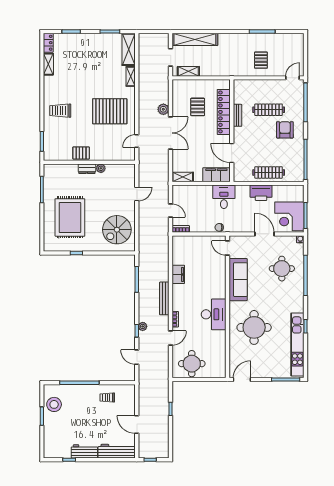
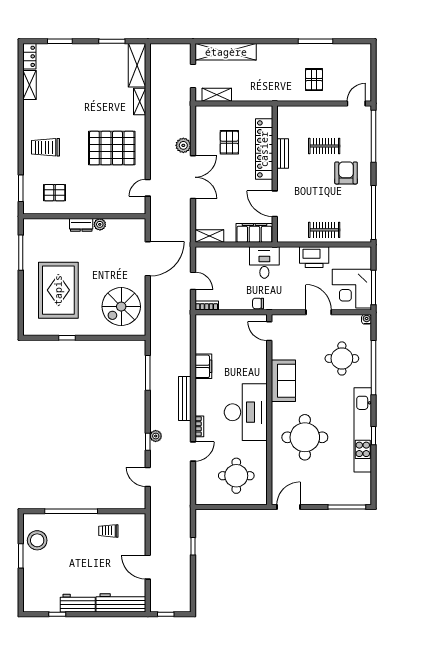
clothes rail: (269, 110) -> (324, 146), width x0.73
pallet: (81, 153) -> (54, 193), moved
clothes rail: (269, 172) -> (324, 230), width x0.73
door: (137, 194) -> (148, 259), width x1.88
sofa: (238, 280) -> (283, 381), width x0.73
desk: (214, 314) -> (246, 412), width x1.36, depth x1.30
kitchen unit: (297, 345) -> (363, 430), moved
round table: (192, 364) -> (236, 476), moved

